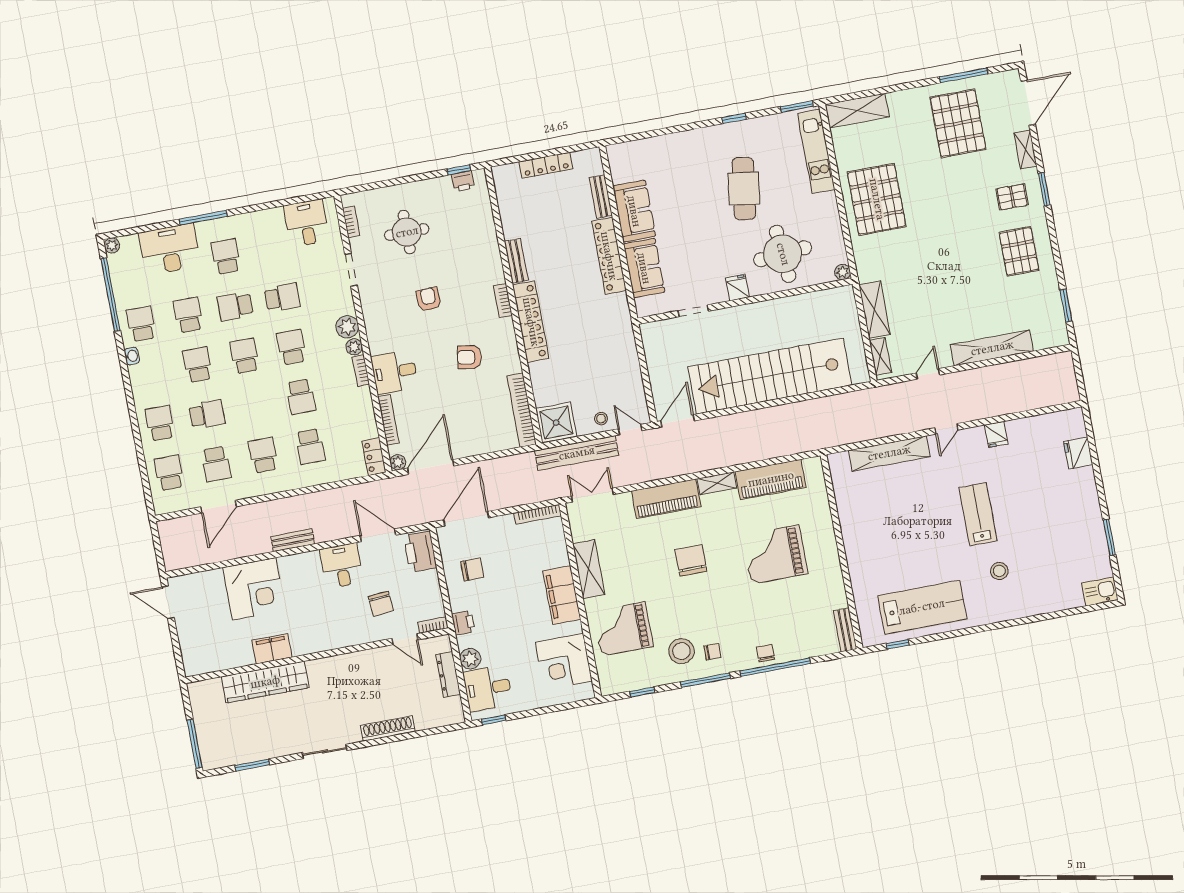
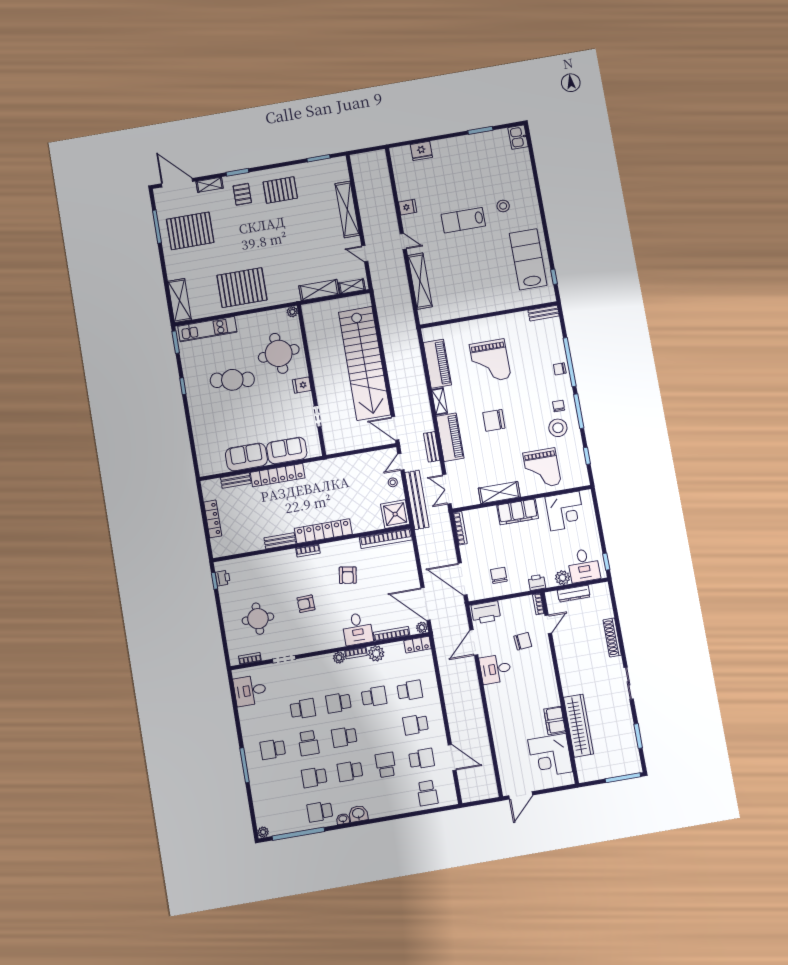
desk: (170, 249) -> (267, 790), removed
school desk: (282, 297) -> (303, 709), turned 90
plant: (347, 327) -> (376, 653), moved
washbasin: (139, 377) -> (358, 814), added
school desk: (160, 423) -> (392, 799), removed
school desk: (169, 473) -> (427, 793), turned -90
bench: (293, 540) -> (432, 447), moved
corner desk: (254, 589) -> (550, 756), moved, turned 180

